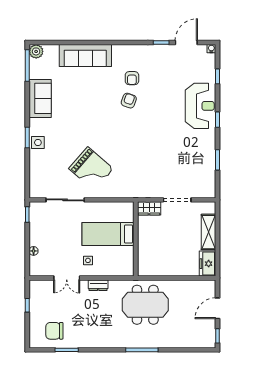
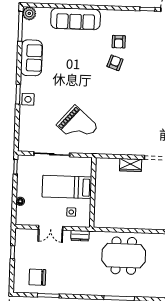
bed: (108, 234) -> (67, 187), moved
wall: (136, 239) -> (93, 192), moved

